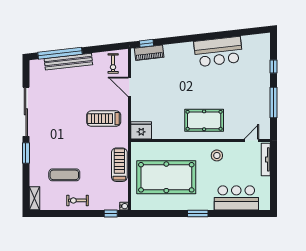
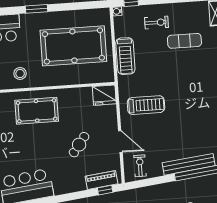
cafe table: (167, 87) -> (79, 145), added
exercise bike: (77, 200) -> (157, 23), moved

